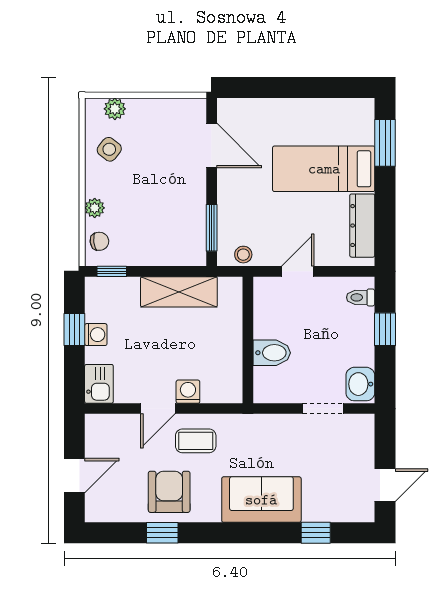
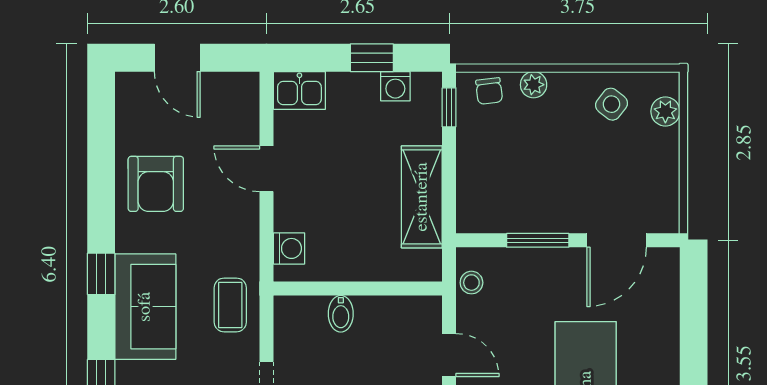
window: (212, 228) -> (538, 240), moved
washing machine: (96, 335) -> (395, 86), moved
bidet: (272, 353) -> (341, 314), width x0.72, depth x0.74
washing machine: (188, 392) -> (289, 248), moved
coffee table: (196, 441) -> (230, 305), moved
armchair: (169, 492) -> (156, 184), turned 90
window: (162, 533) -> (101, 274), moved

